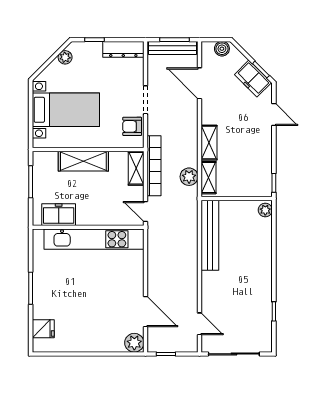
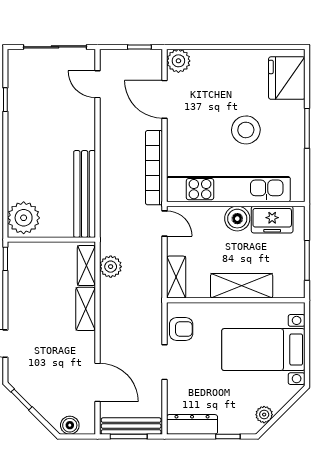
freezer: (253, 79) -> (31, 388), removed
bookcase: (154, 166) -> (154, 168), moved
plant: (265, 210) -> (24, 218), width x1.88, depth x1.88
boiler: (87, 215) -> (237, 219), added
stool: (80, 287) -> (246, 130), added
fridge: (43, 329) -> (287, 78), width x1.88, depth x1.34

